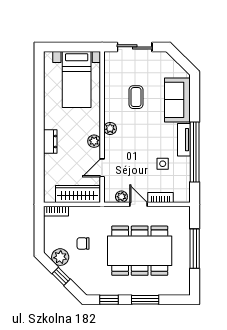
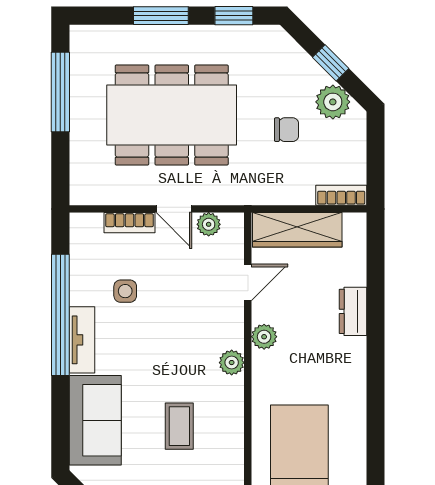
dresser: (50, 142) -> (353, 311), moved
window: (195, 249) -> (60, 92), moved

